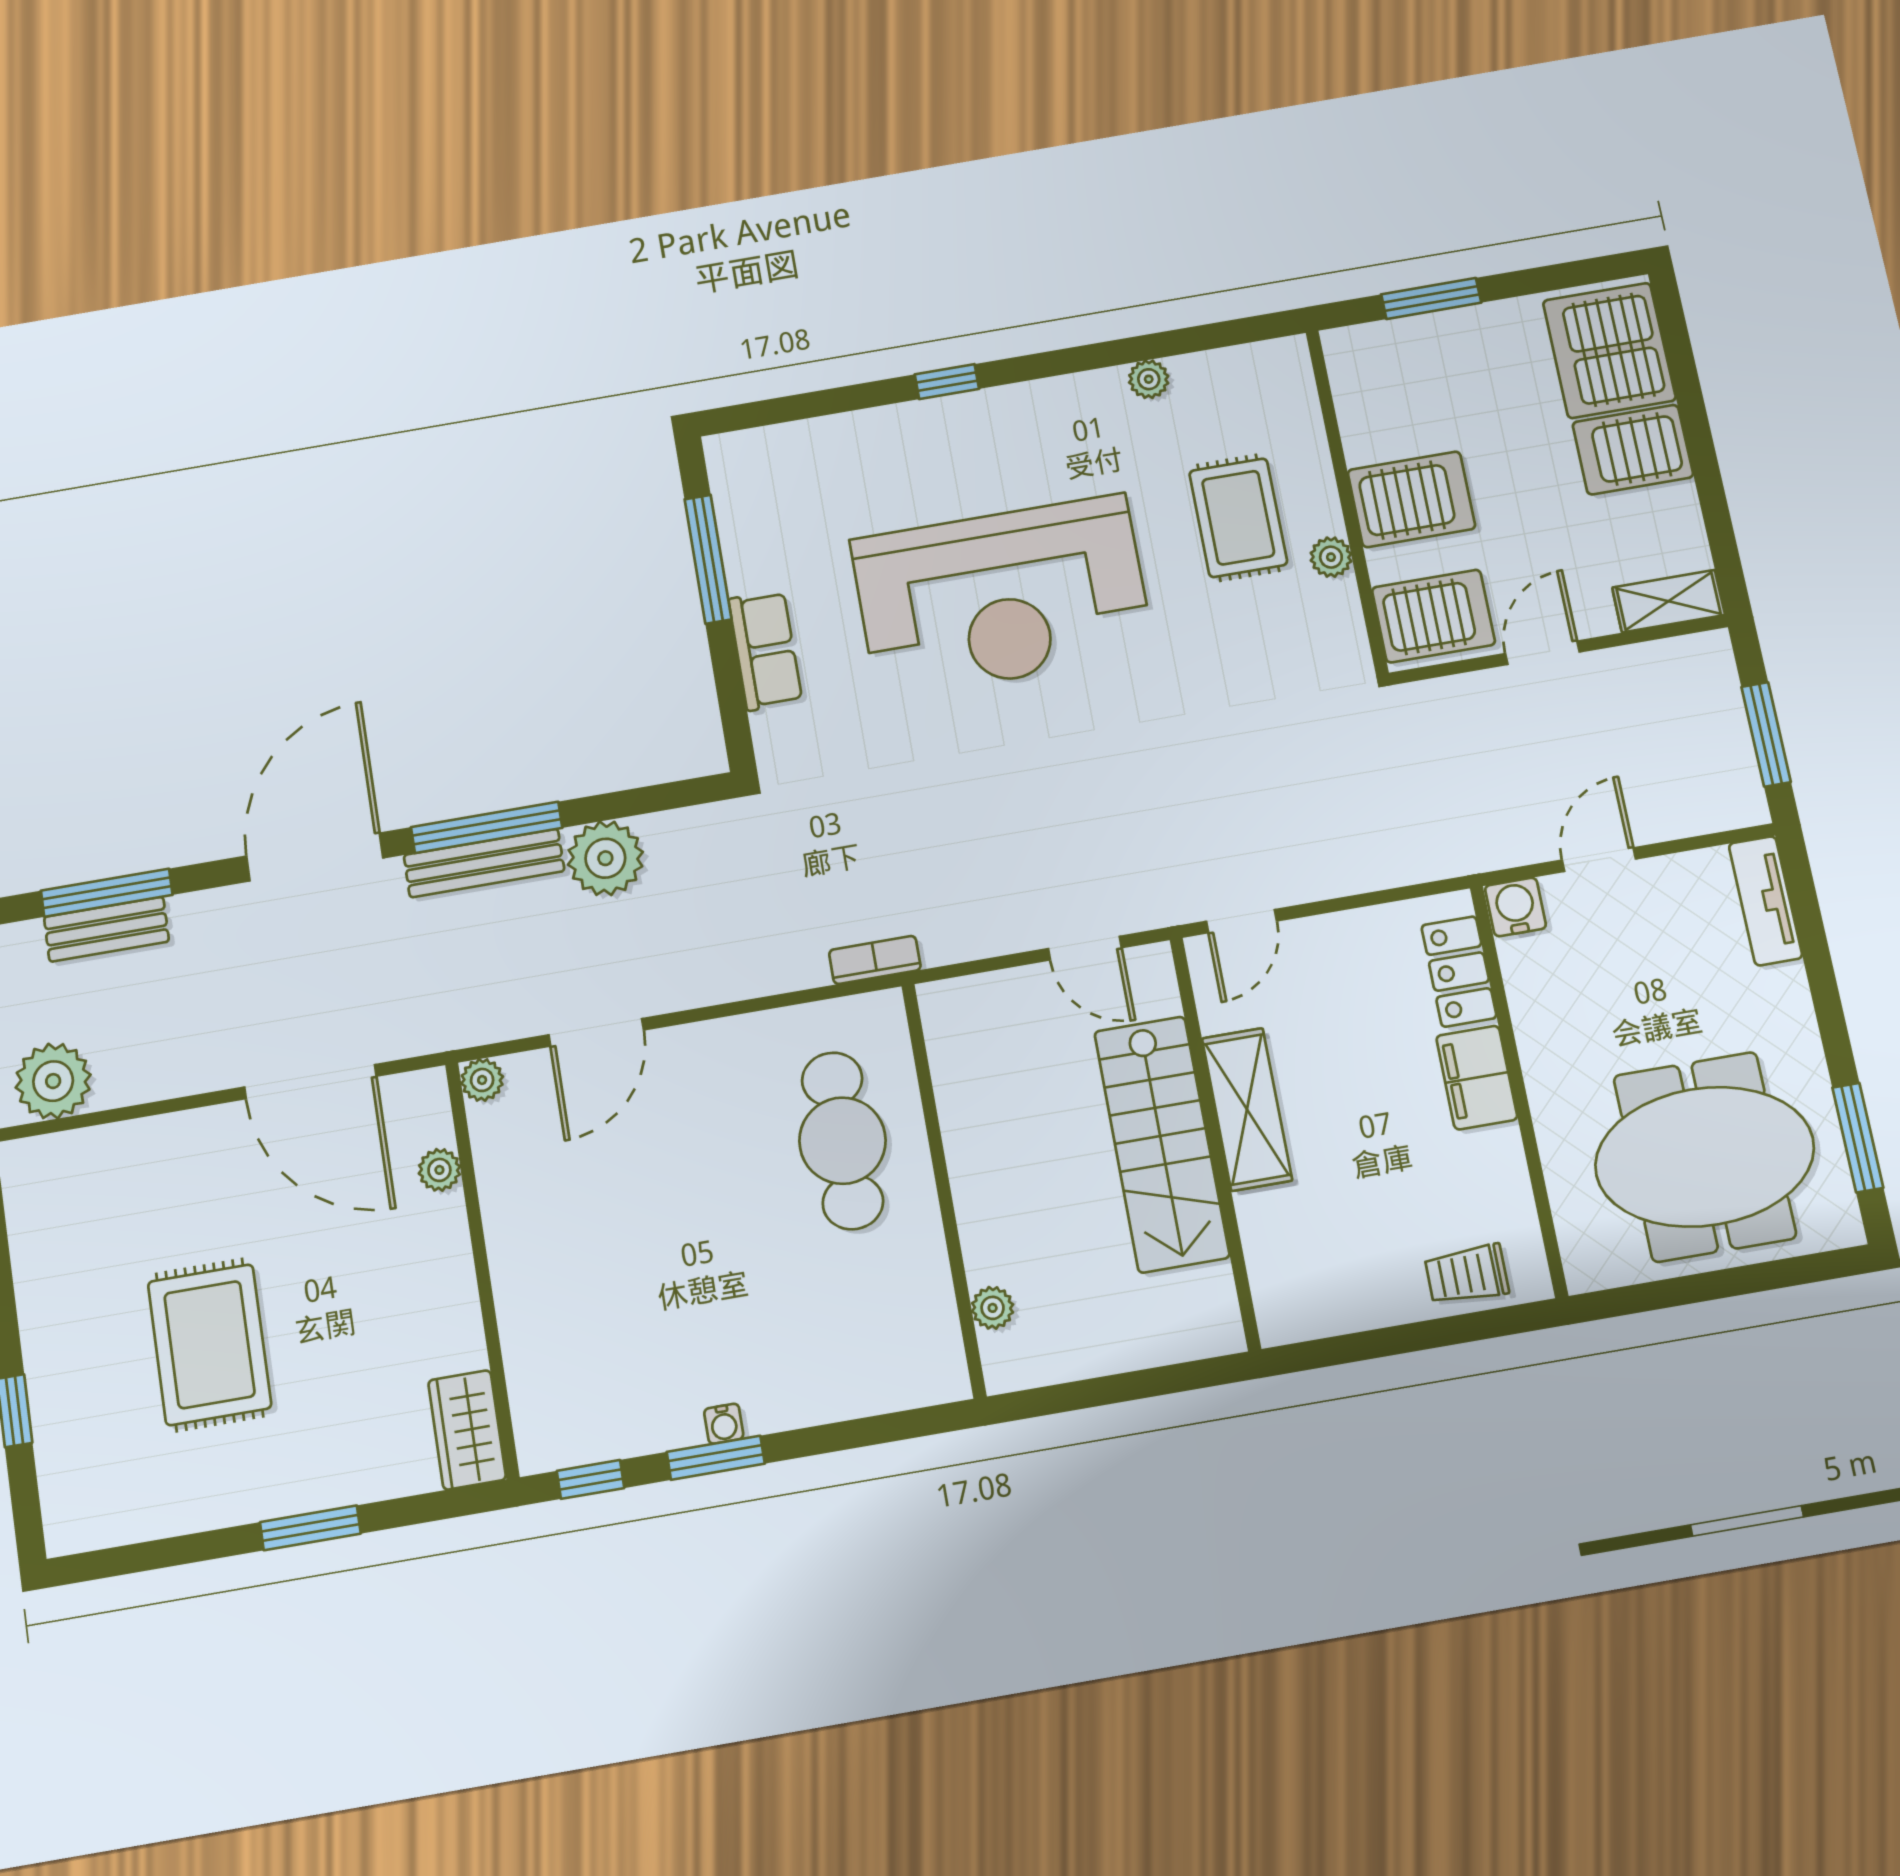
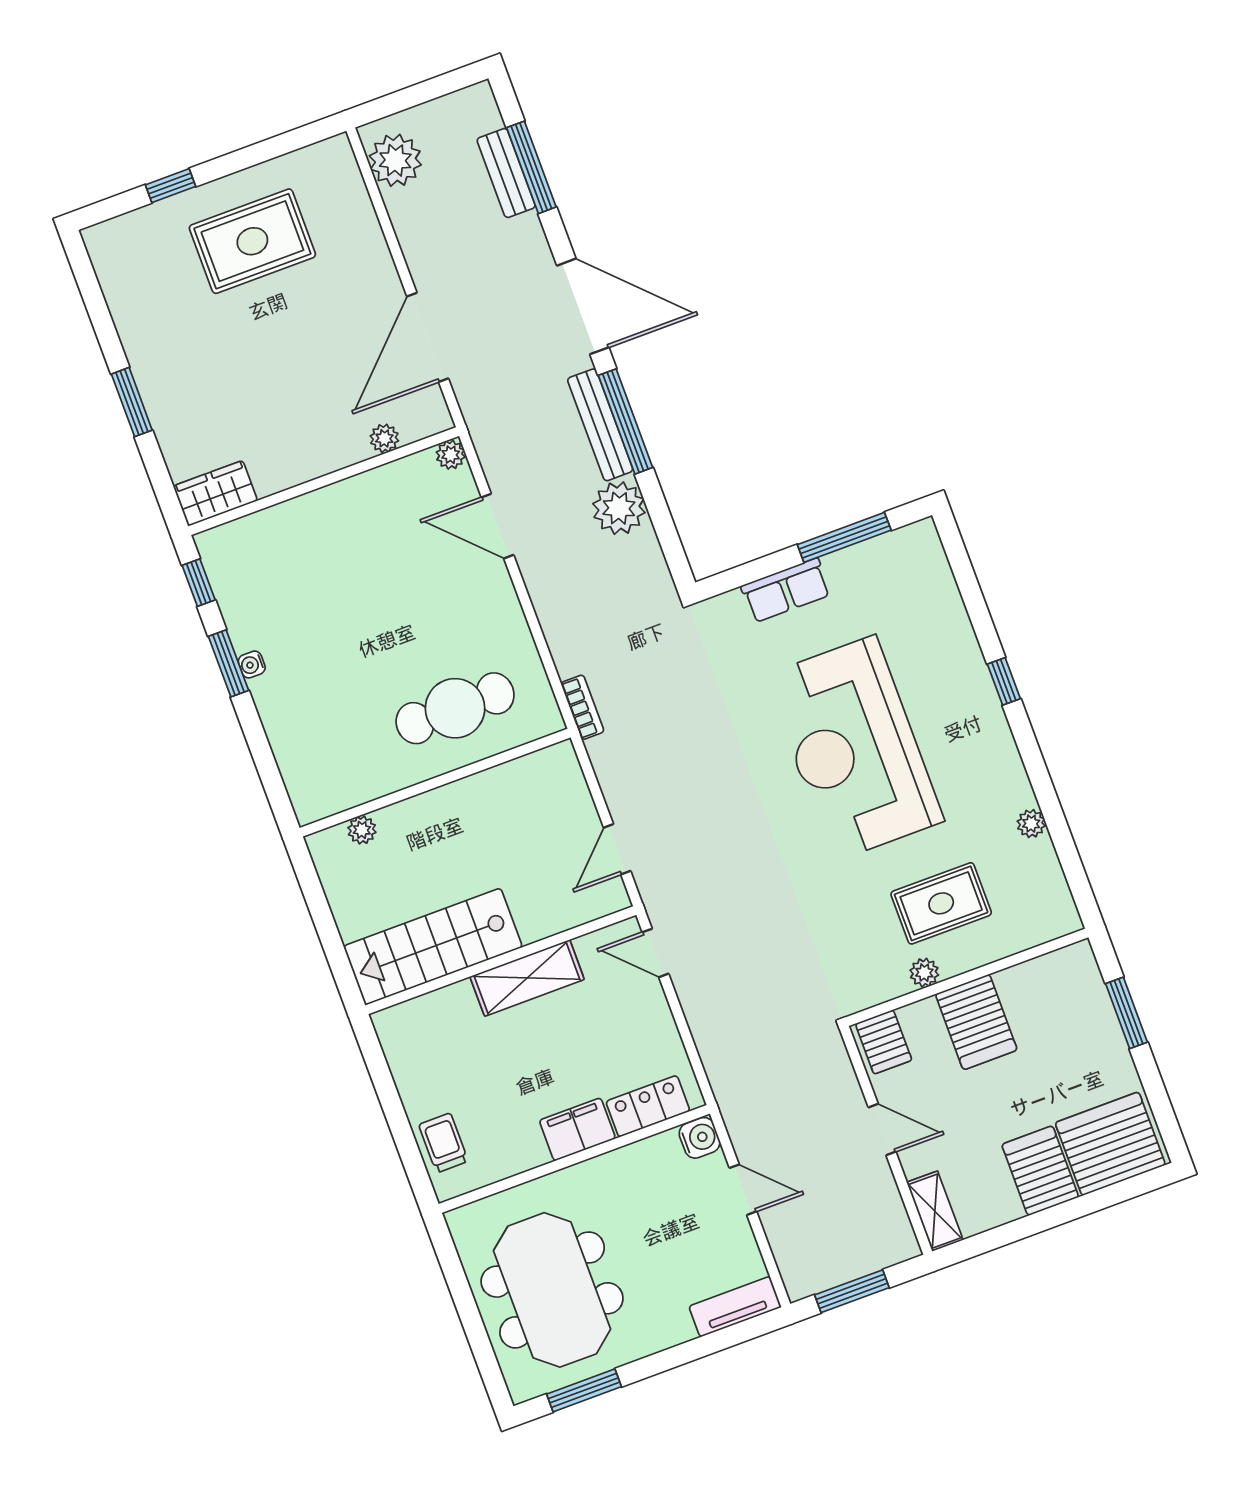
server rack: (1433, 616) -> (884, 1042), width x0.73, depth x0.70
stairs: (1162, 1144) -> (433, 947), moved
rug: (210, 1345) -> (252, 241), moved

